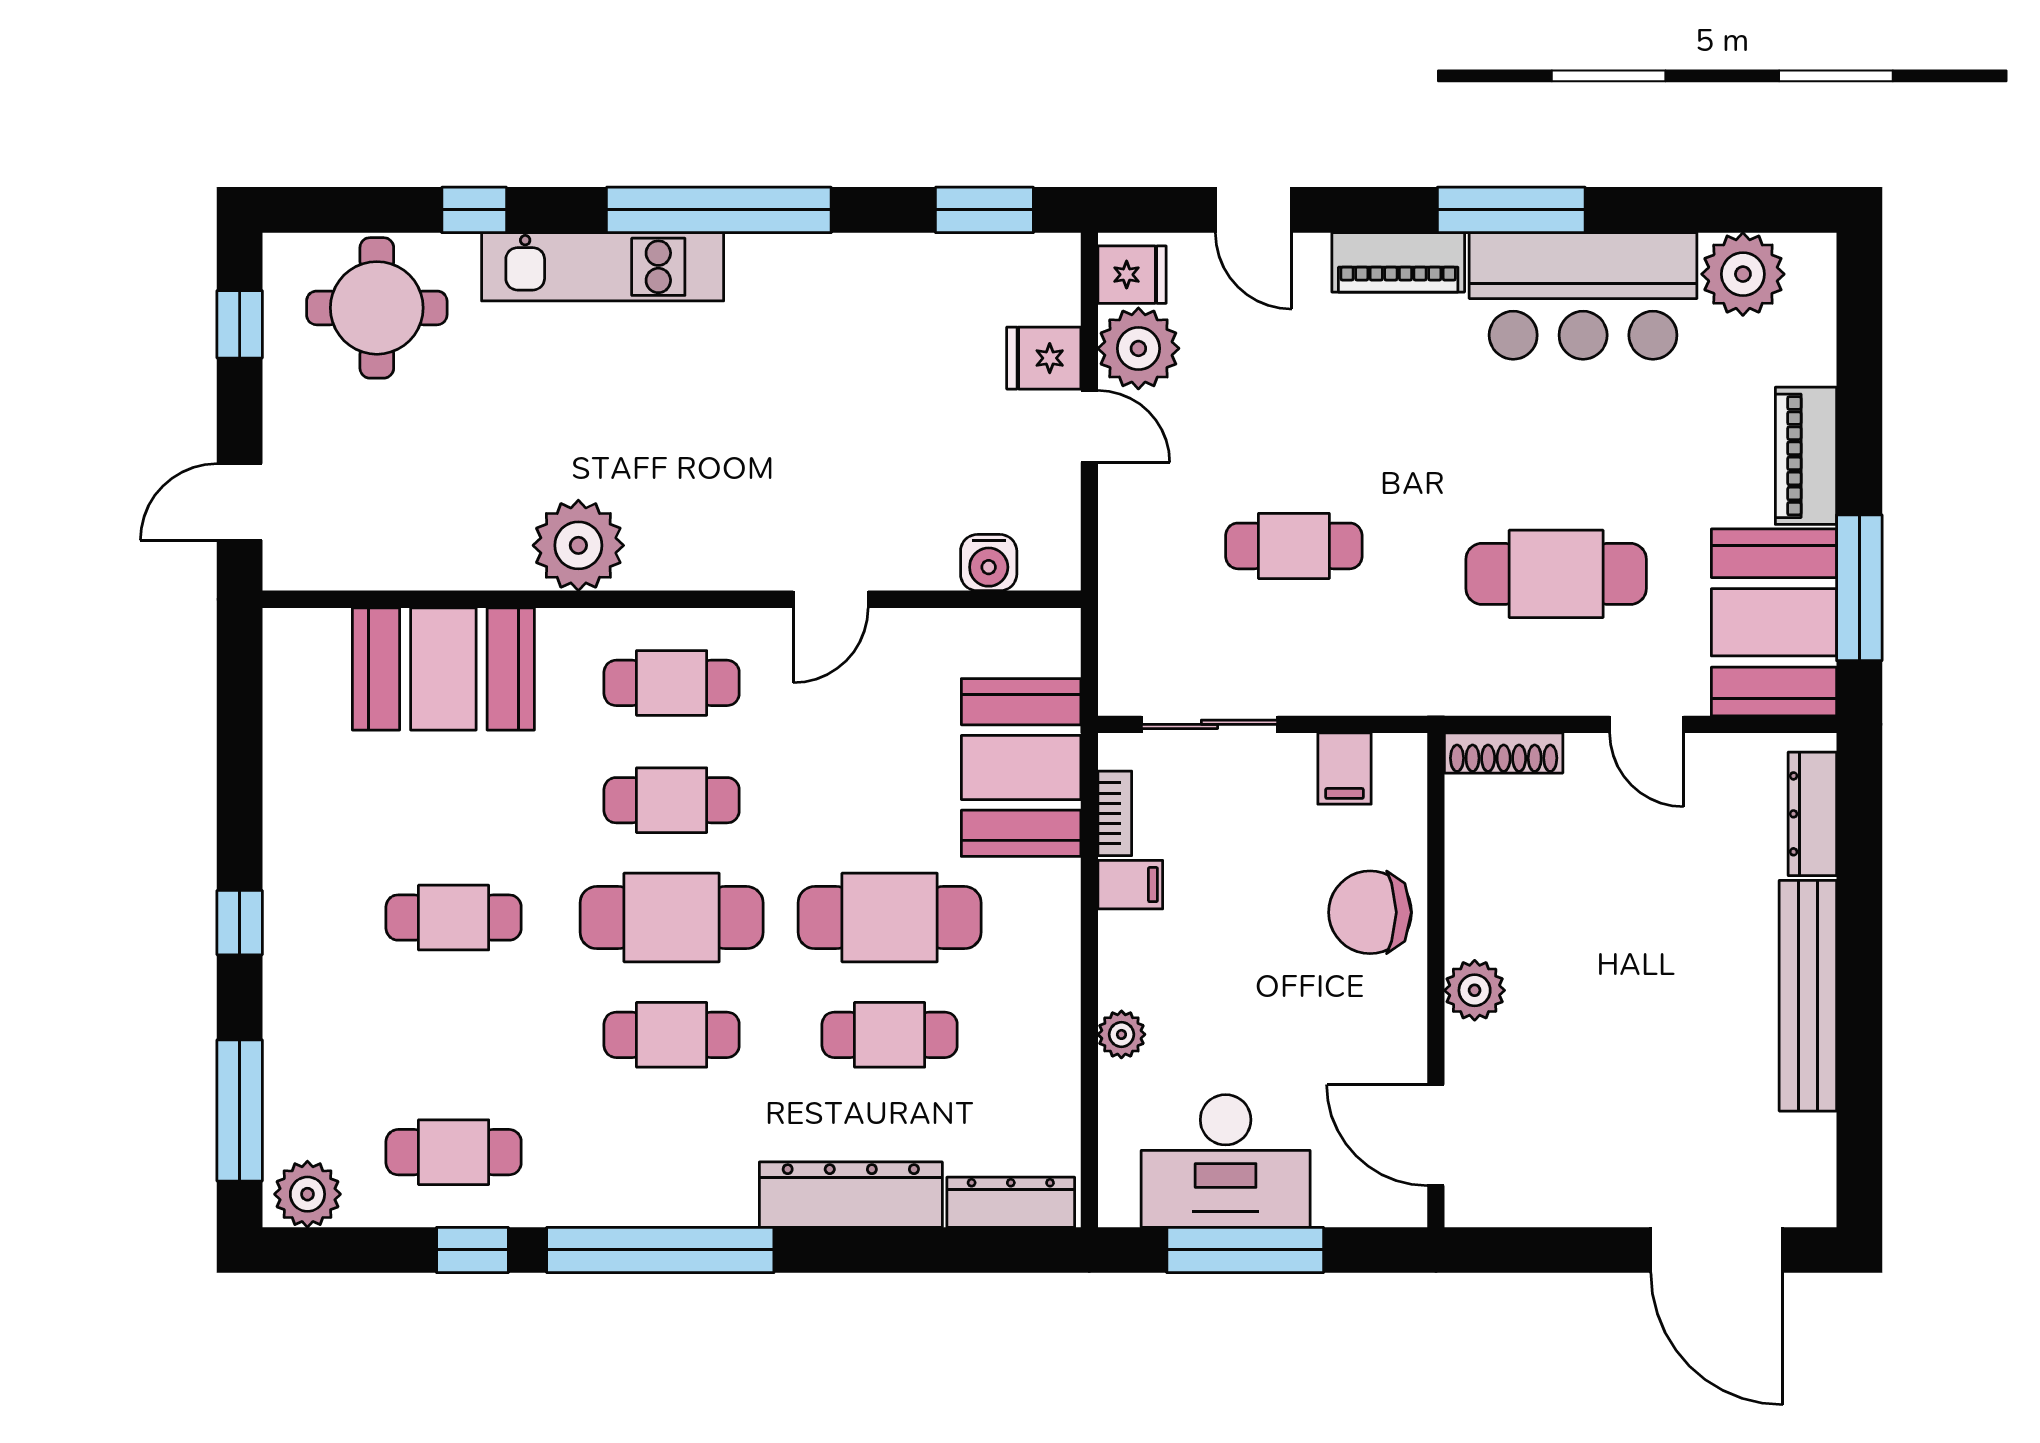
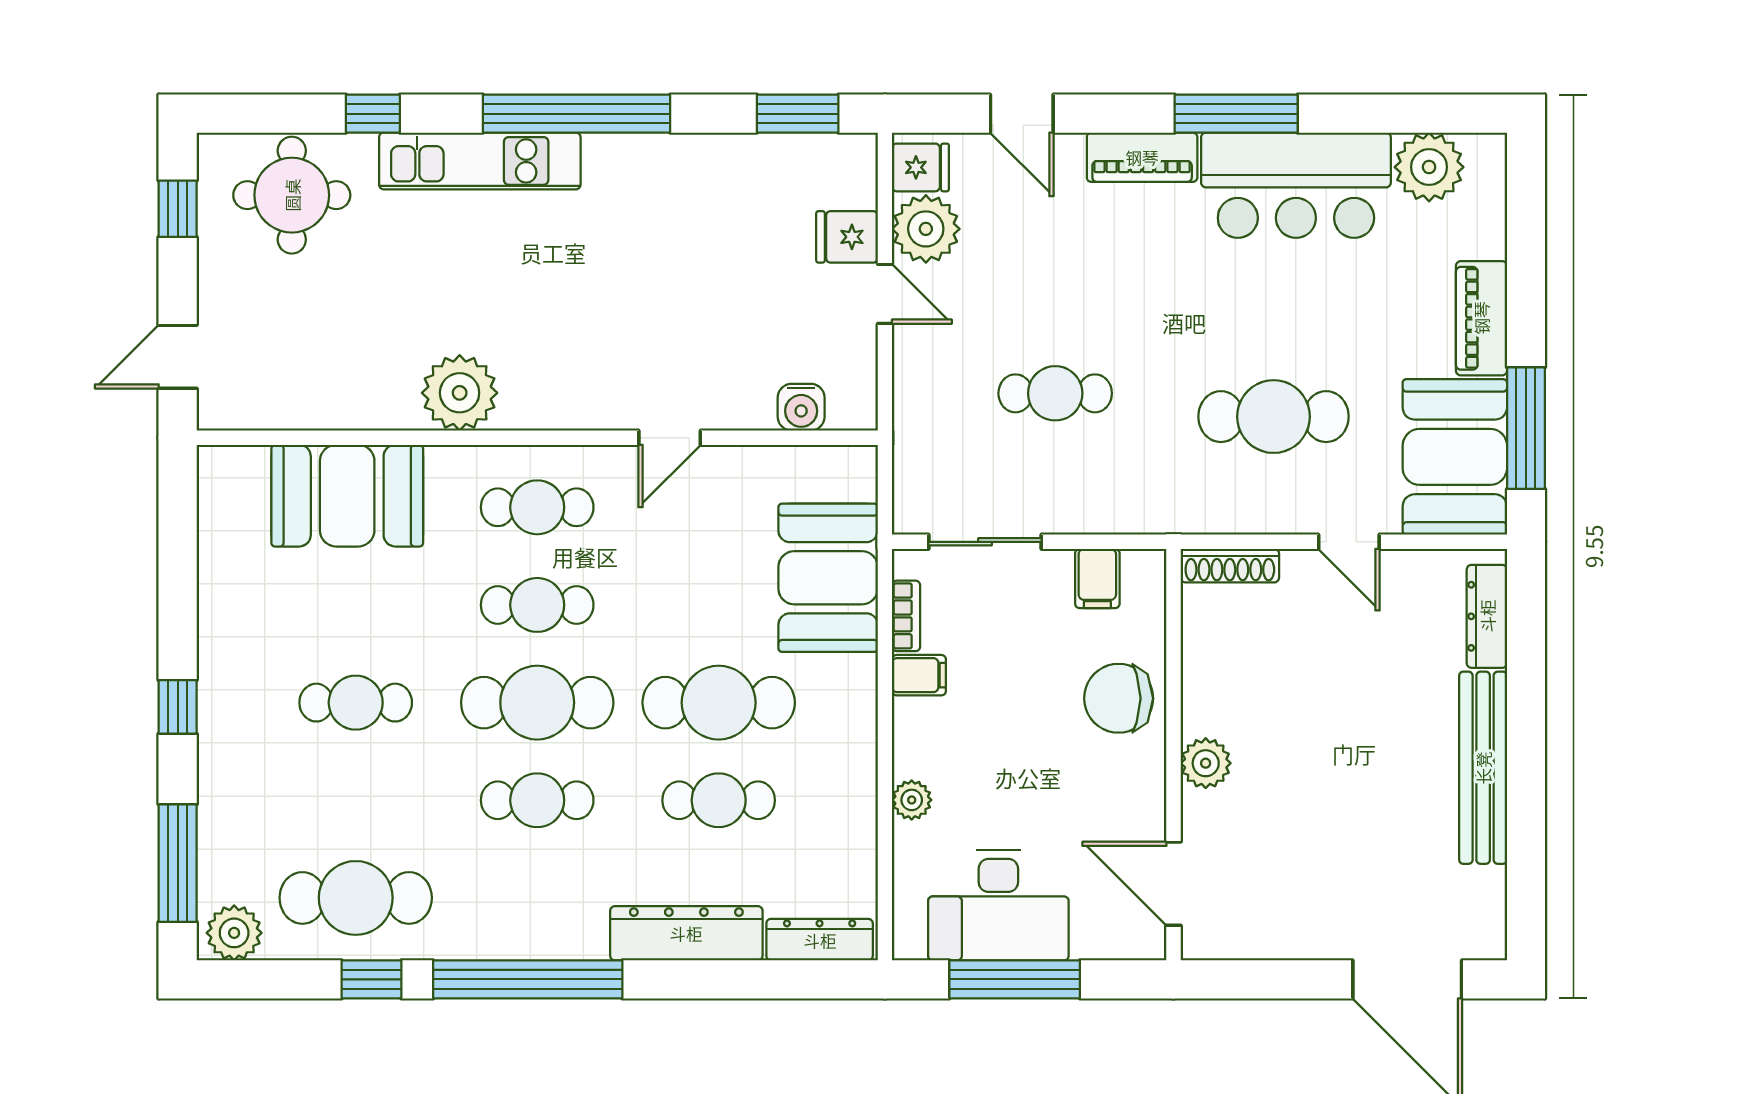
cafe table: (454, 1152) -> (356, 898), width x1.37, depth x1.35

